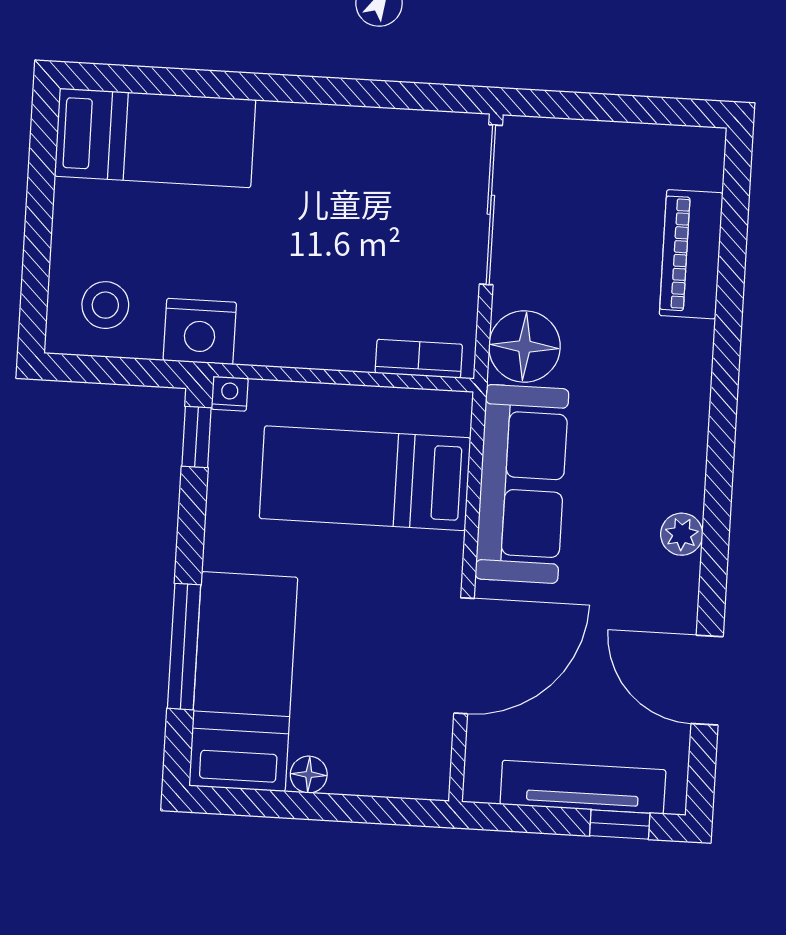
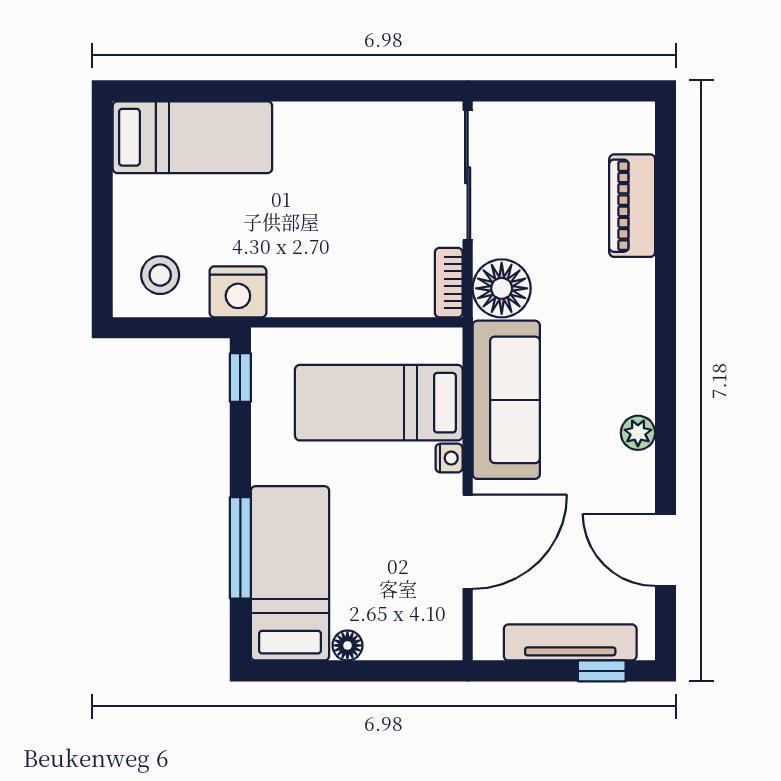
bookcase: (419, 359) -> (449, 283), moved, turned -90
nightstand: (230, 394) -> (449, 458), moved, turned 90

